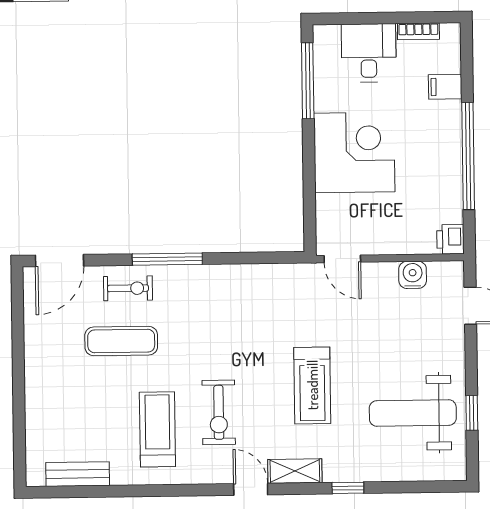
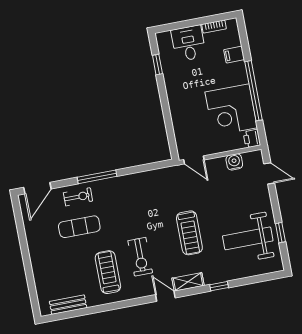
window: (308, 81) -> (157, 64), width x0.46
corner desk: (354, 152) -> (231, 110), moved, turned 180

